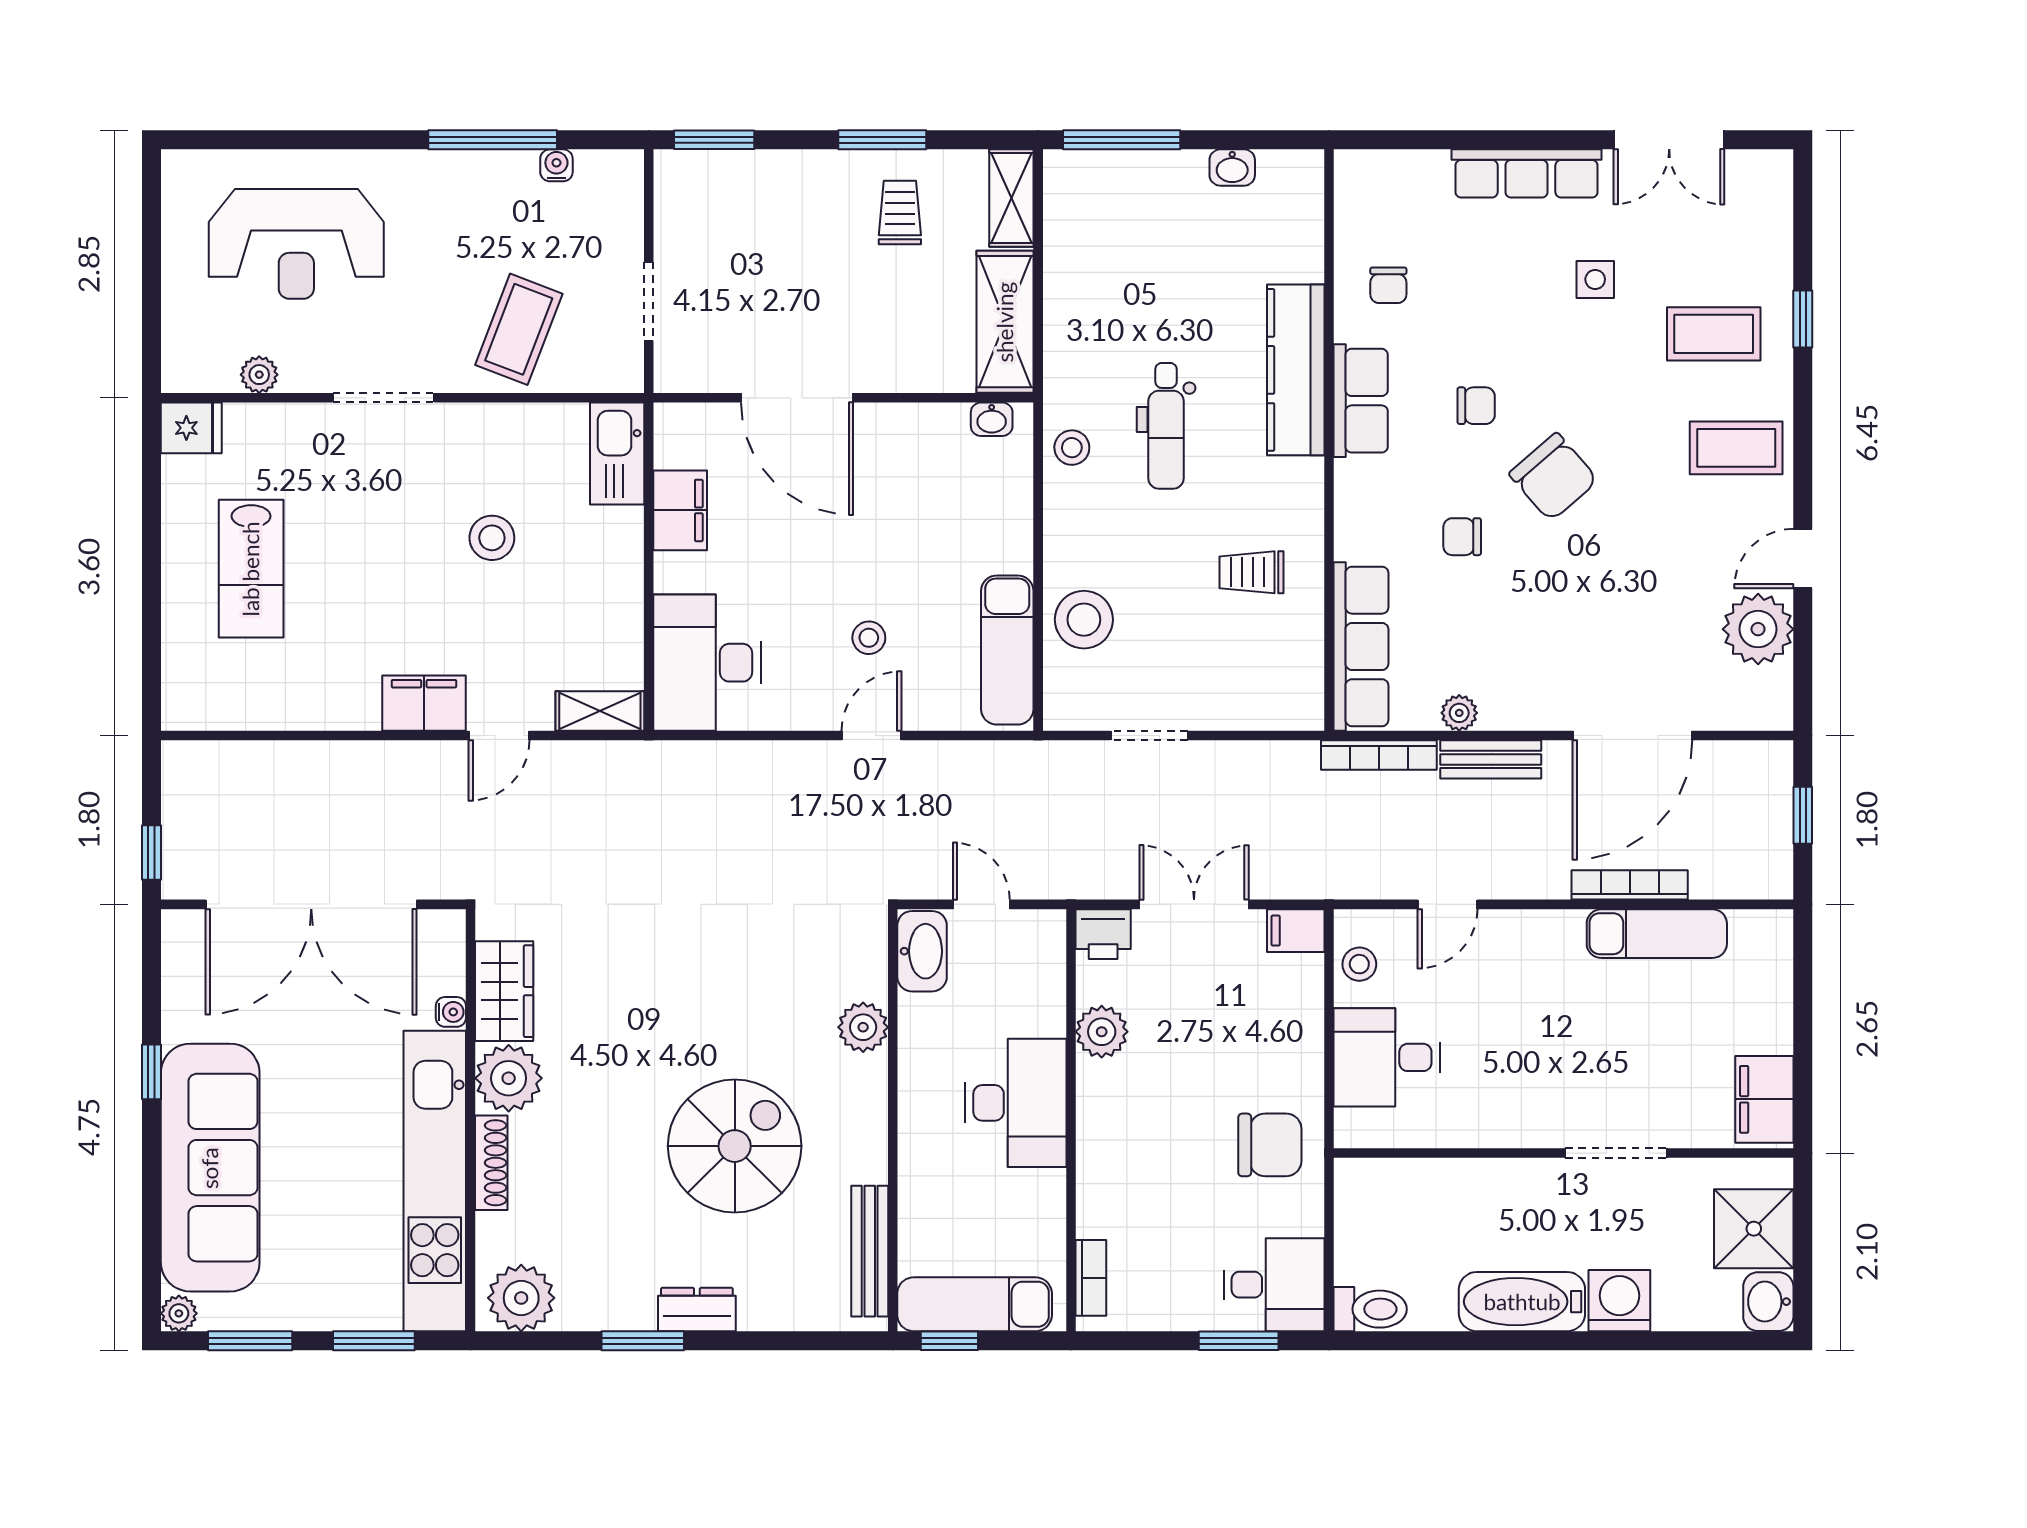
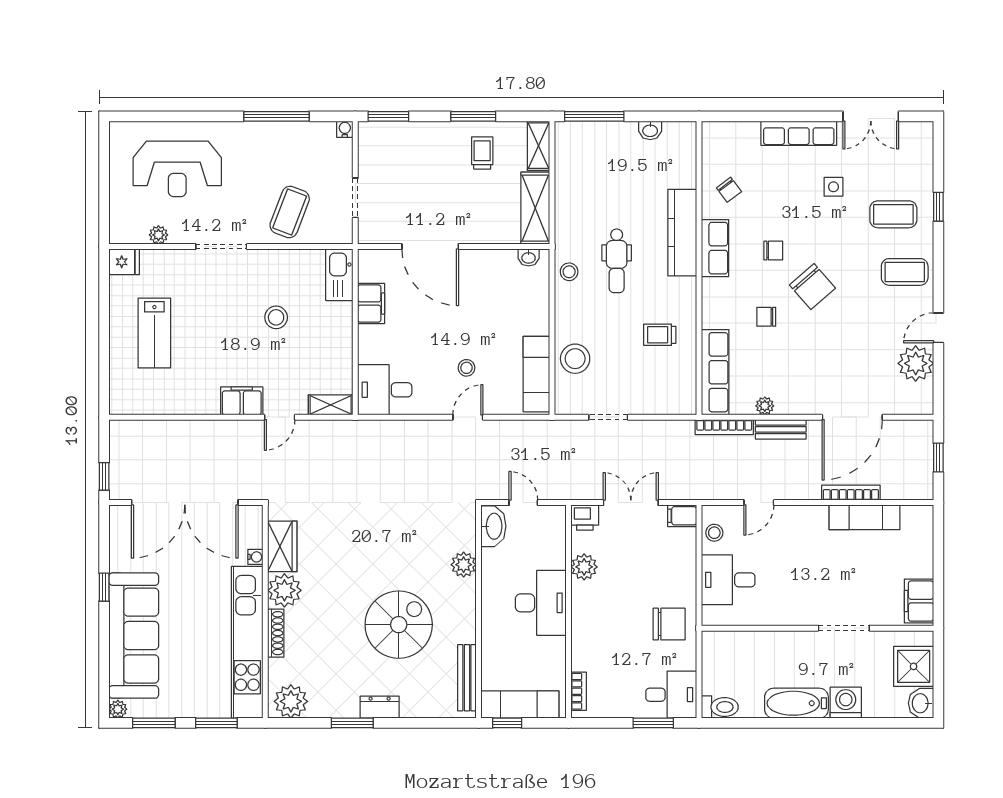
water cooler: (556, 165) -> (345, 129), moved
chair: (1388, 285) -> (729, 190), turned -37
desk: (707, 663) -> (385, 390), width x0.73

